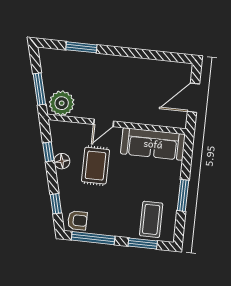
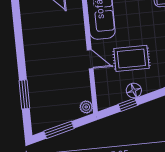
window: (39, 89) -> (59, 130), moved
plant: (62, 103) -> (86, 107), width x0.53, depth x0.53

